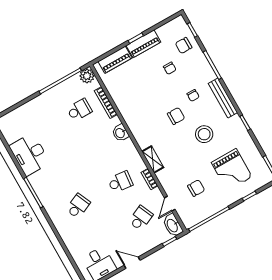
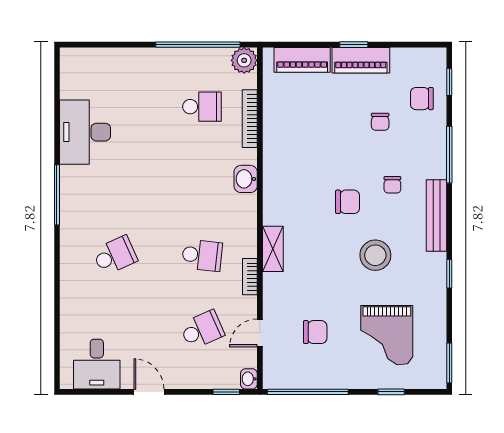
washbasin: (173, 225) -> (249, 379), width x0.52, depth x0.69

